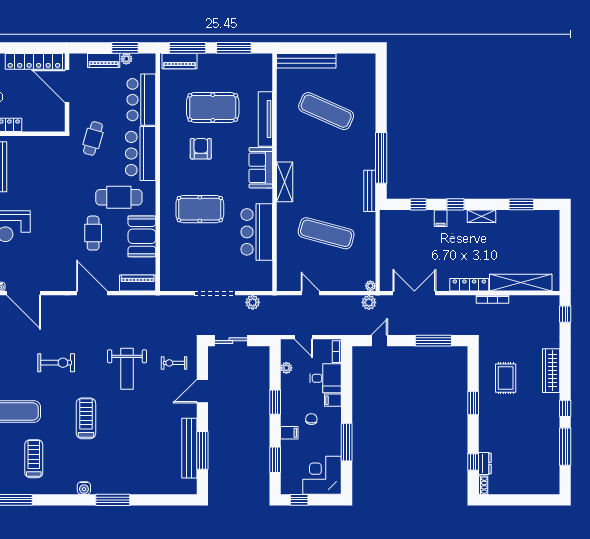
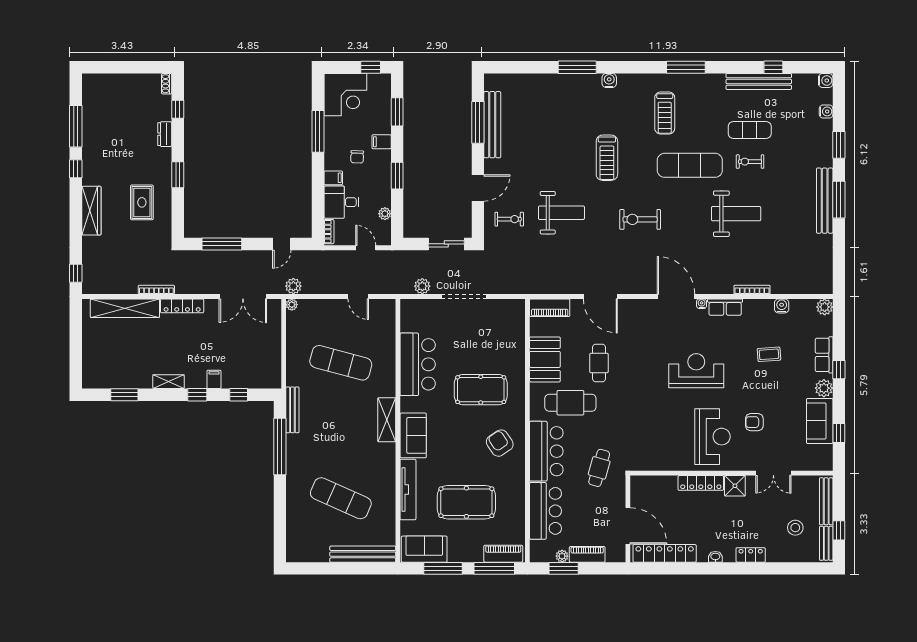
sofa: (251, 65) -> (424, 549), added
armchair: (201, 149) -> (500, 443), moved, turned 146
weight bench: (127, 369) -> (561, 213), turned 90
dresser: (485, 464) -> (165, 134), moved

